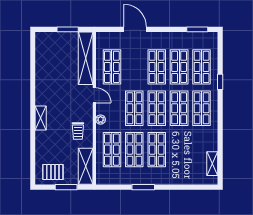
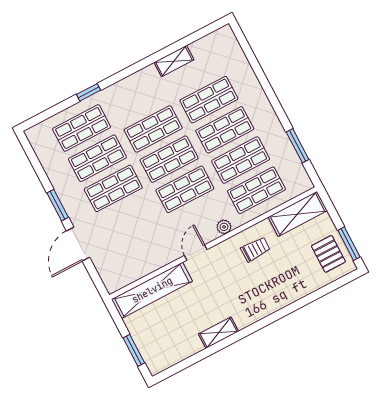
window: (68, 29) -> (134, 350), moved
window: (197, 29) -> (58, 205), moved
shop shelf: (112, 67) -> (145, 249), removed
shop shelf: (202, 108) -> (209, 100), moved
shelving: (41, 118) -> (218, 333), moved
shelving: (212, 164) -> (174, 61), moved
window: (66, 187) -> (349, 244), moved
window: (143, 187) -> (298, 146), moved

